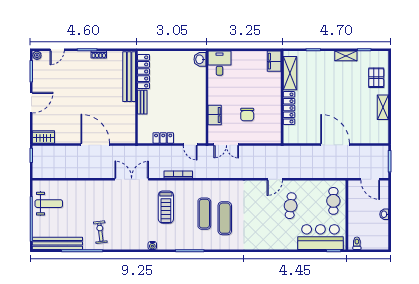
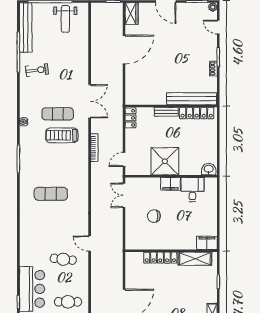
desk: (220, 63) -> (192, 189), moved, turned -90
shower: (192, 103) -> (165, 161), added
filing cabinet: (215, 115) -> (170, 184), moved
locker: (163, 138) -> (131, 118), moved
door: (95, 145) -> (124, 49), moved
exercise mat: (204, 214) -> (58, 114), moved

